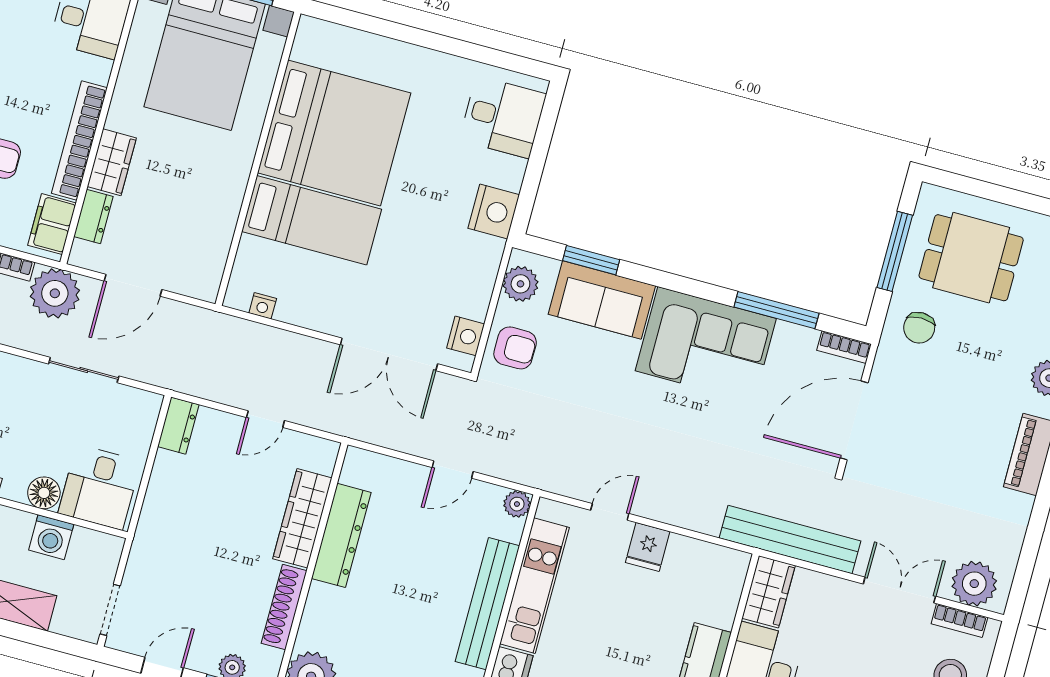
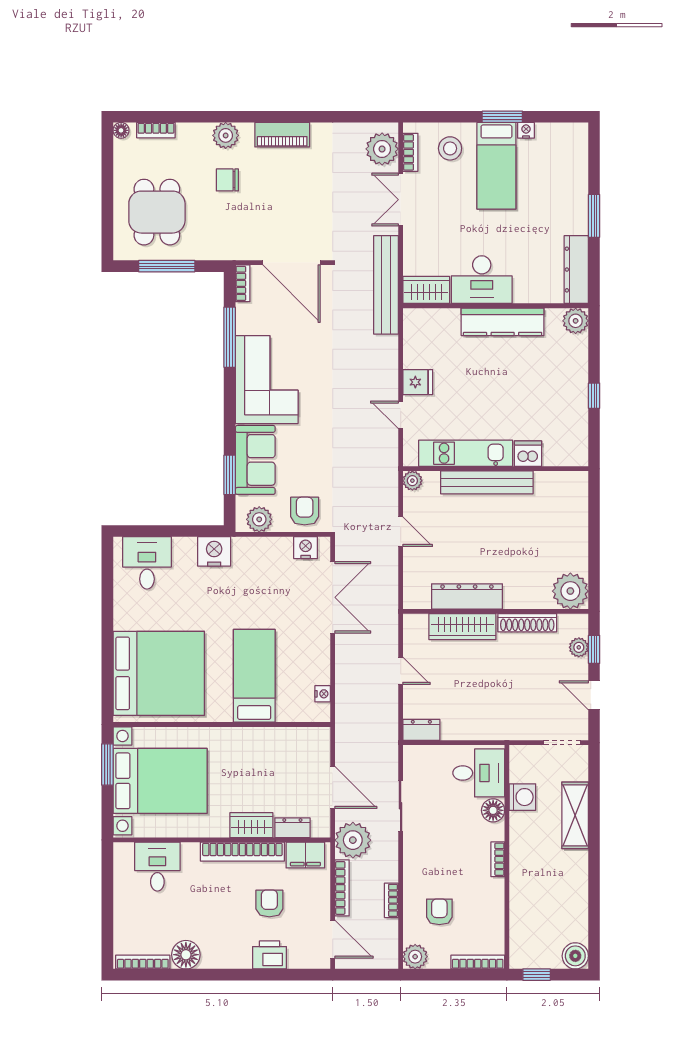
bed: (334, 133) -> (159, 673), moved, turned 90
chair: (919, 328) -> (227, 180), moved, turned 180

